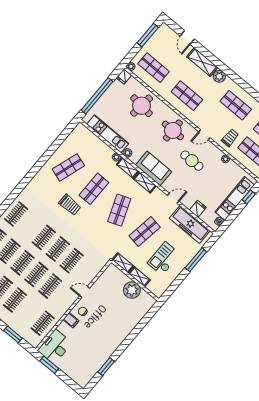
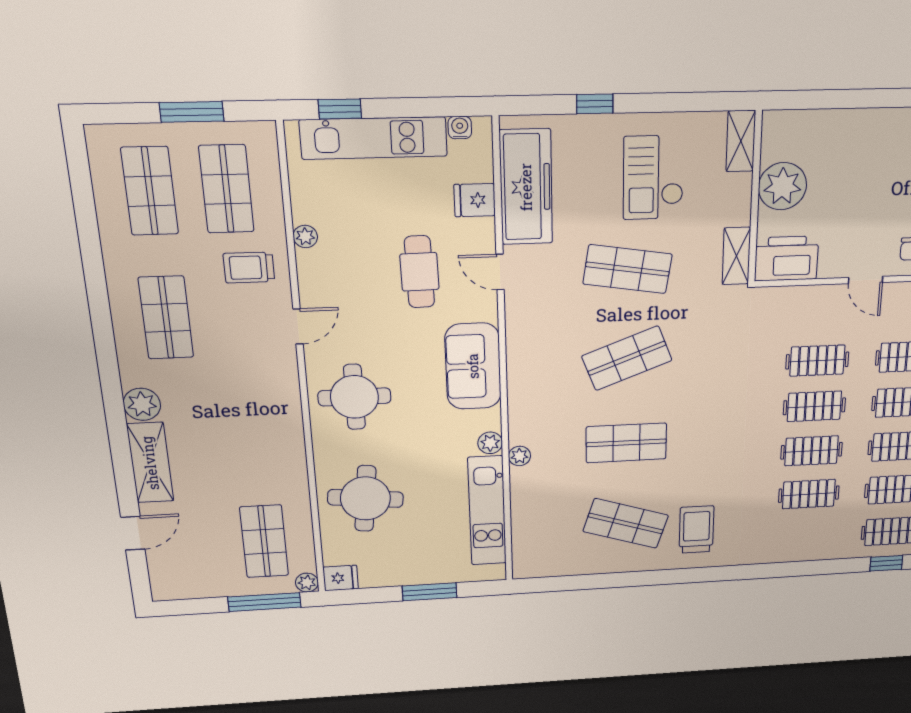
window: (148, 35) -> (264, 602), moved
window: (97, 96) -> (430, 592), width x0.47
shop shelf: (187, 96) -> (252, 432), removed
door: (204, 135) -> (298, 326), hinge flipped
cafe table: (192, 161) -> (419, 272), moved
shelving: (128, 168) -> (521, 417), removed
shelving: (145, 182) -> (520, 358), removed
trolley: (70, 205) -> (697, 530), moved
clothes rail: (16, 214) -> (809, 494), moved
checkout: (164, 259) -> (653, 178), turned 90
window: (196, 260) -> (595, 104), width x0.46
printer: (110, 275) -> (786, 259), added
shelving: (139, 277) -> (741, 141), moved

